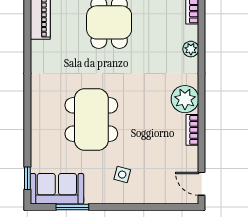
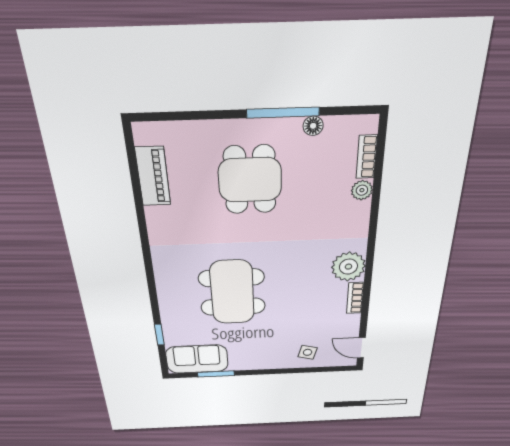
plant: (191, 49) -> (362, 190), moved
side table: (122, 175) -> (308, 352), moved
window: (27, 178) -> (159, 335), moved

